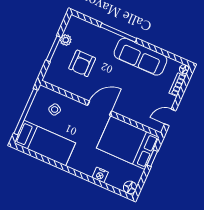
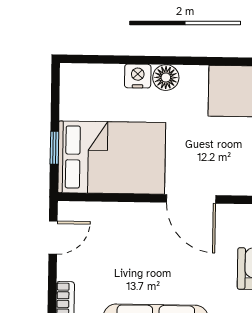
door: (100, 108) -> (191, 199), hinge flipped
floor lamp: (130, 187) -> (166, 78), moved

